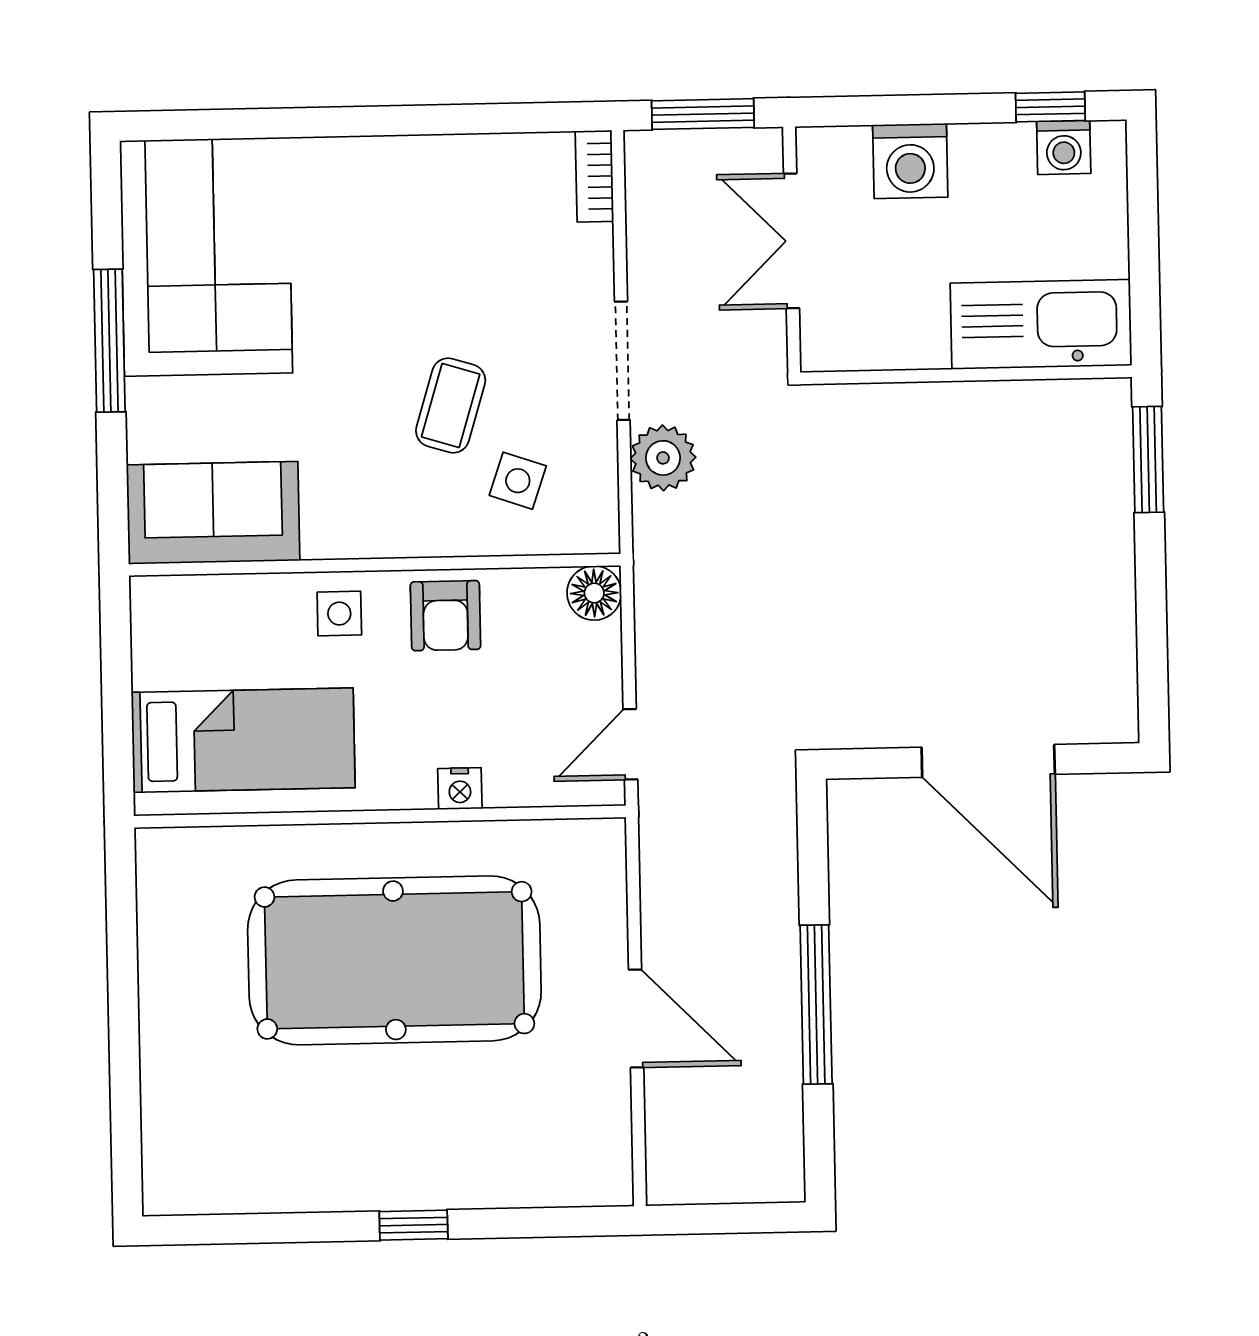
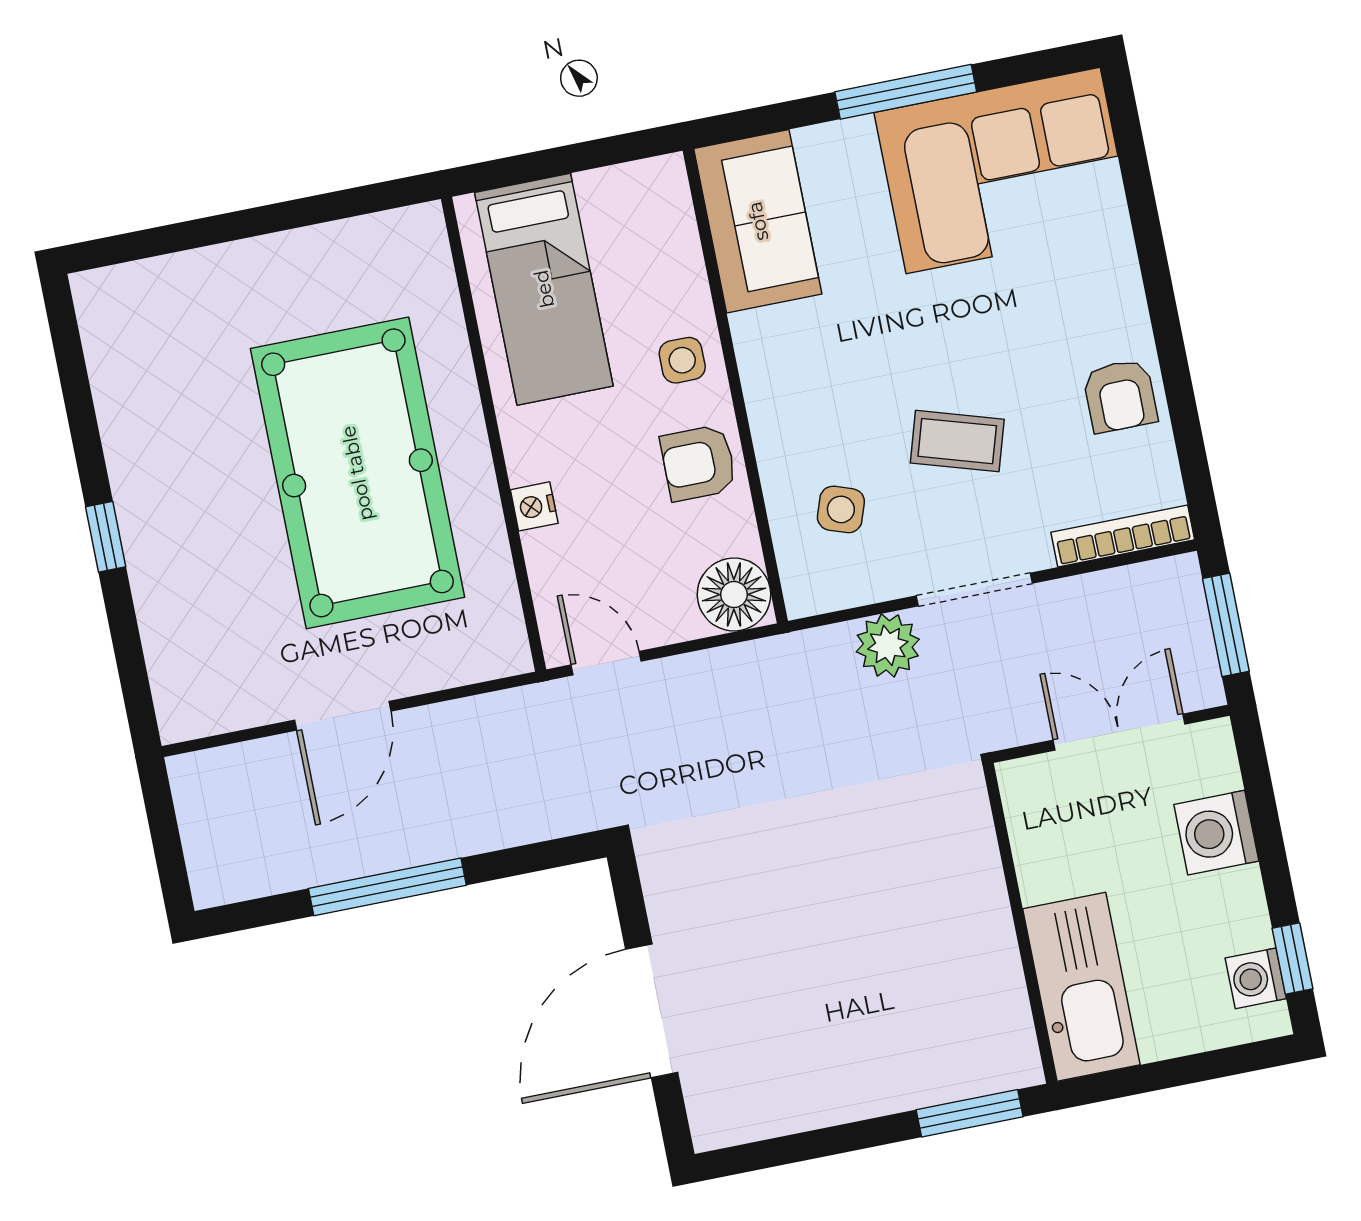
bookcase: (594, 176) -> (1123, 536), width x1.56
armchair: (454, 180) -> (1120, 396), added
coffee table: (451, 405) -> (957, 441), moved
floor lamp: (594, 593) -> (734, 594), width x1.38, depth x1.38

